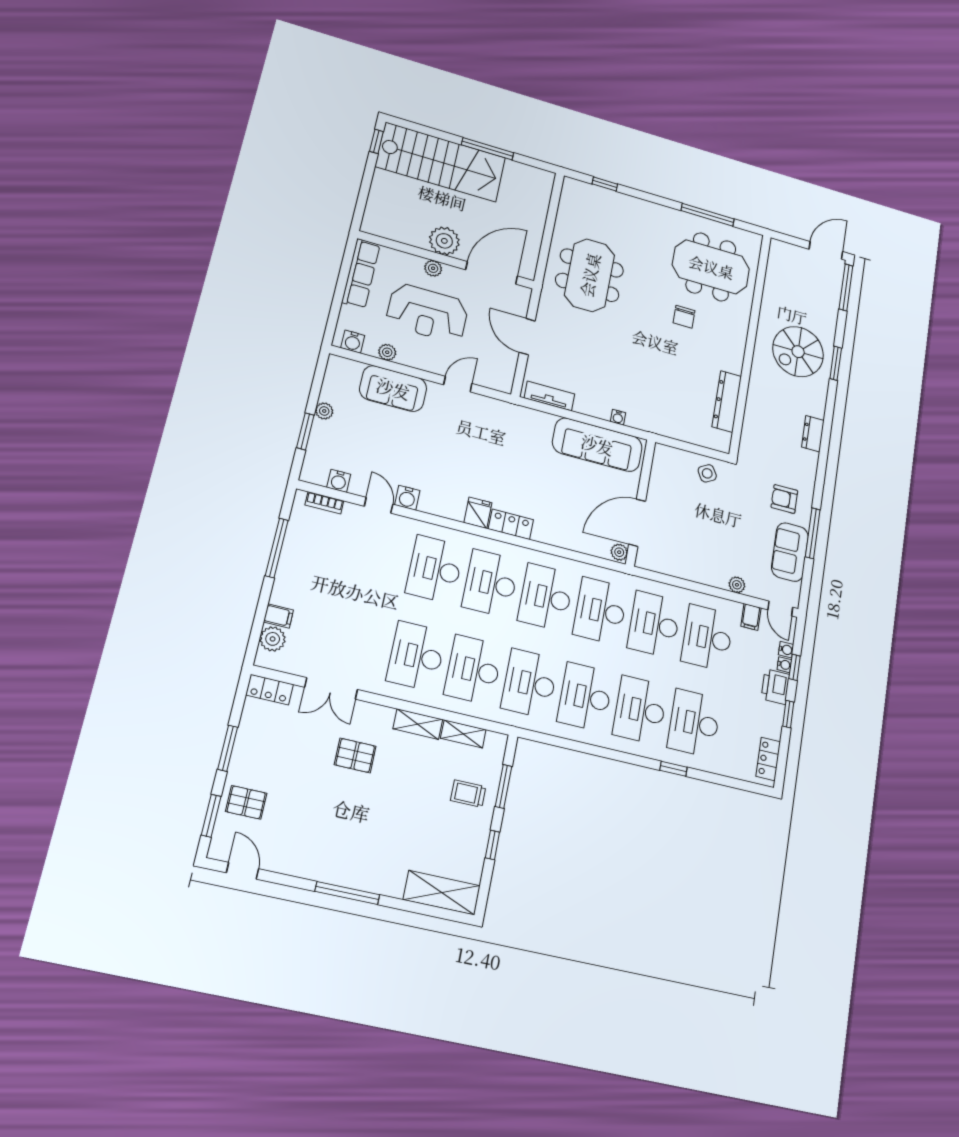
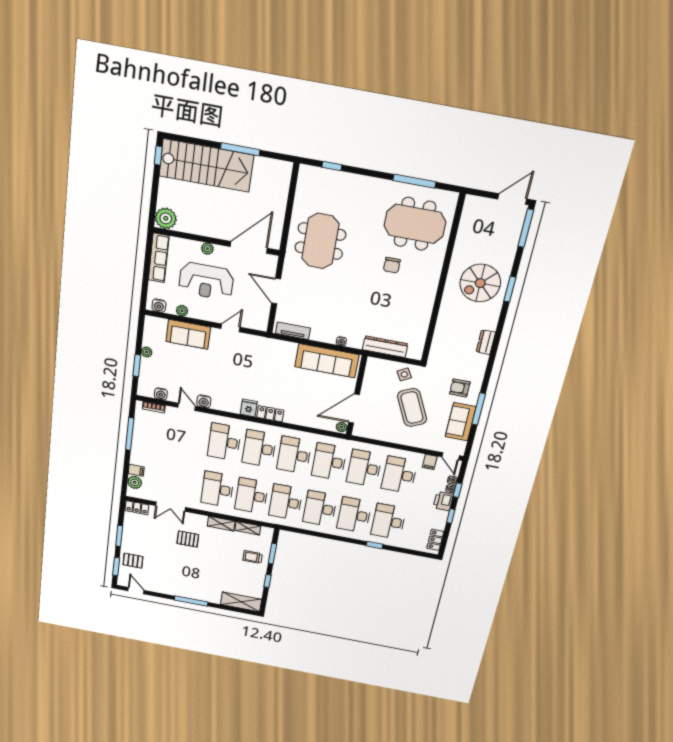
plant: (444, 241) -> (166, 218), moved
dresser: (727, 401) -> (385, 347), moved, turned 90
coffee table: (720, 526) -> (412, 408), added
plant: (737, 585) -> (421, 443), removed

